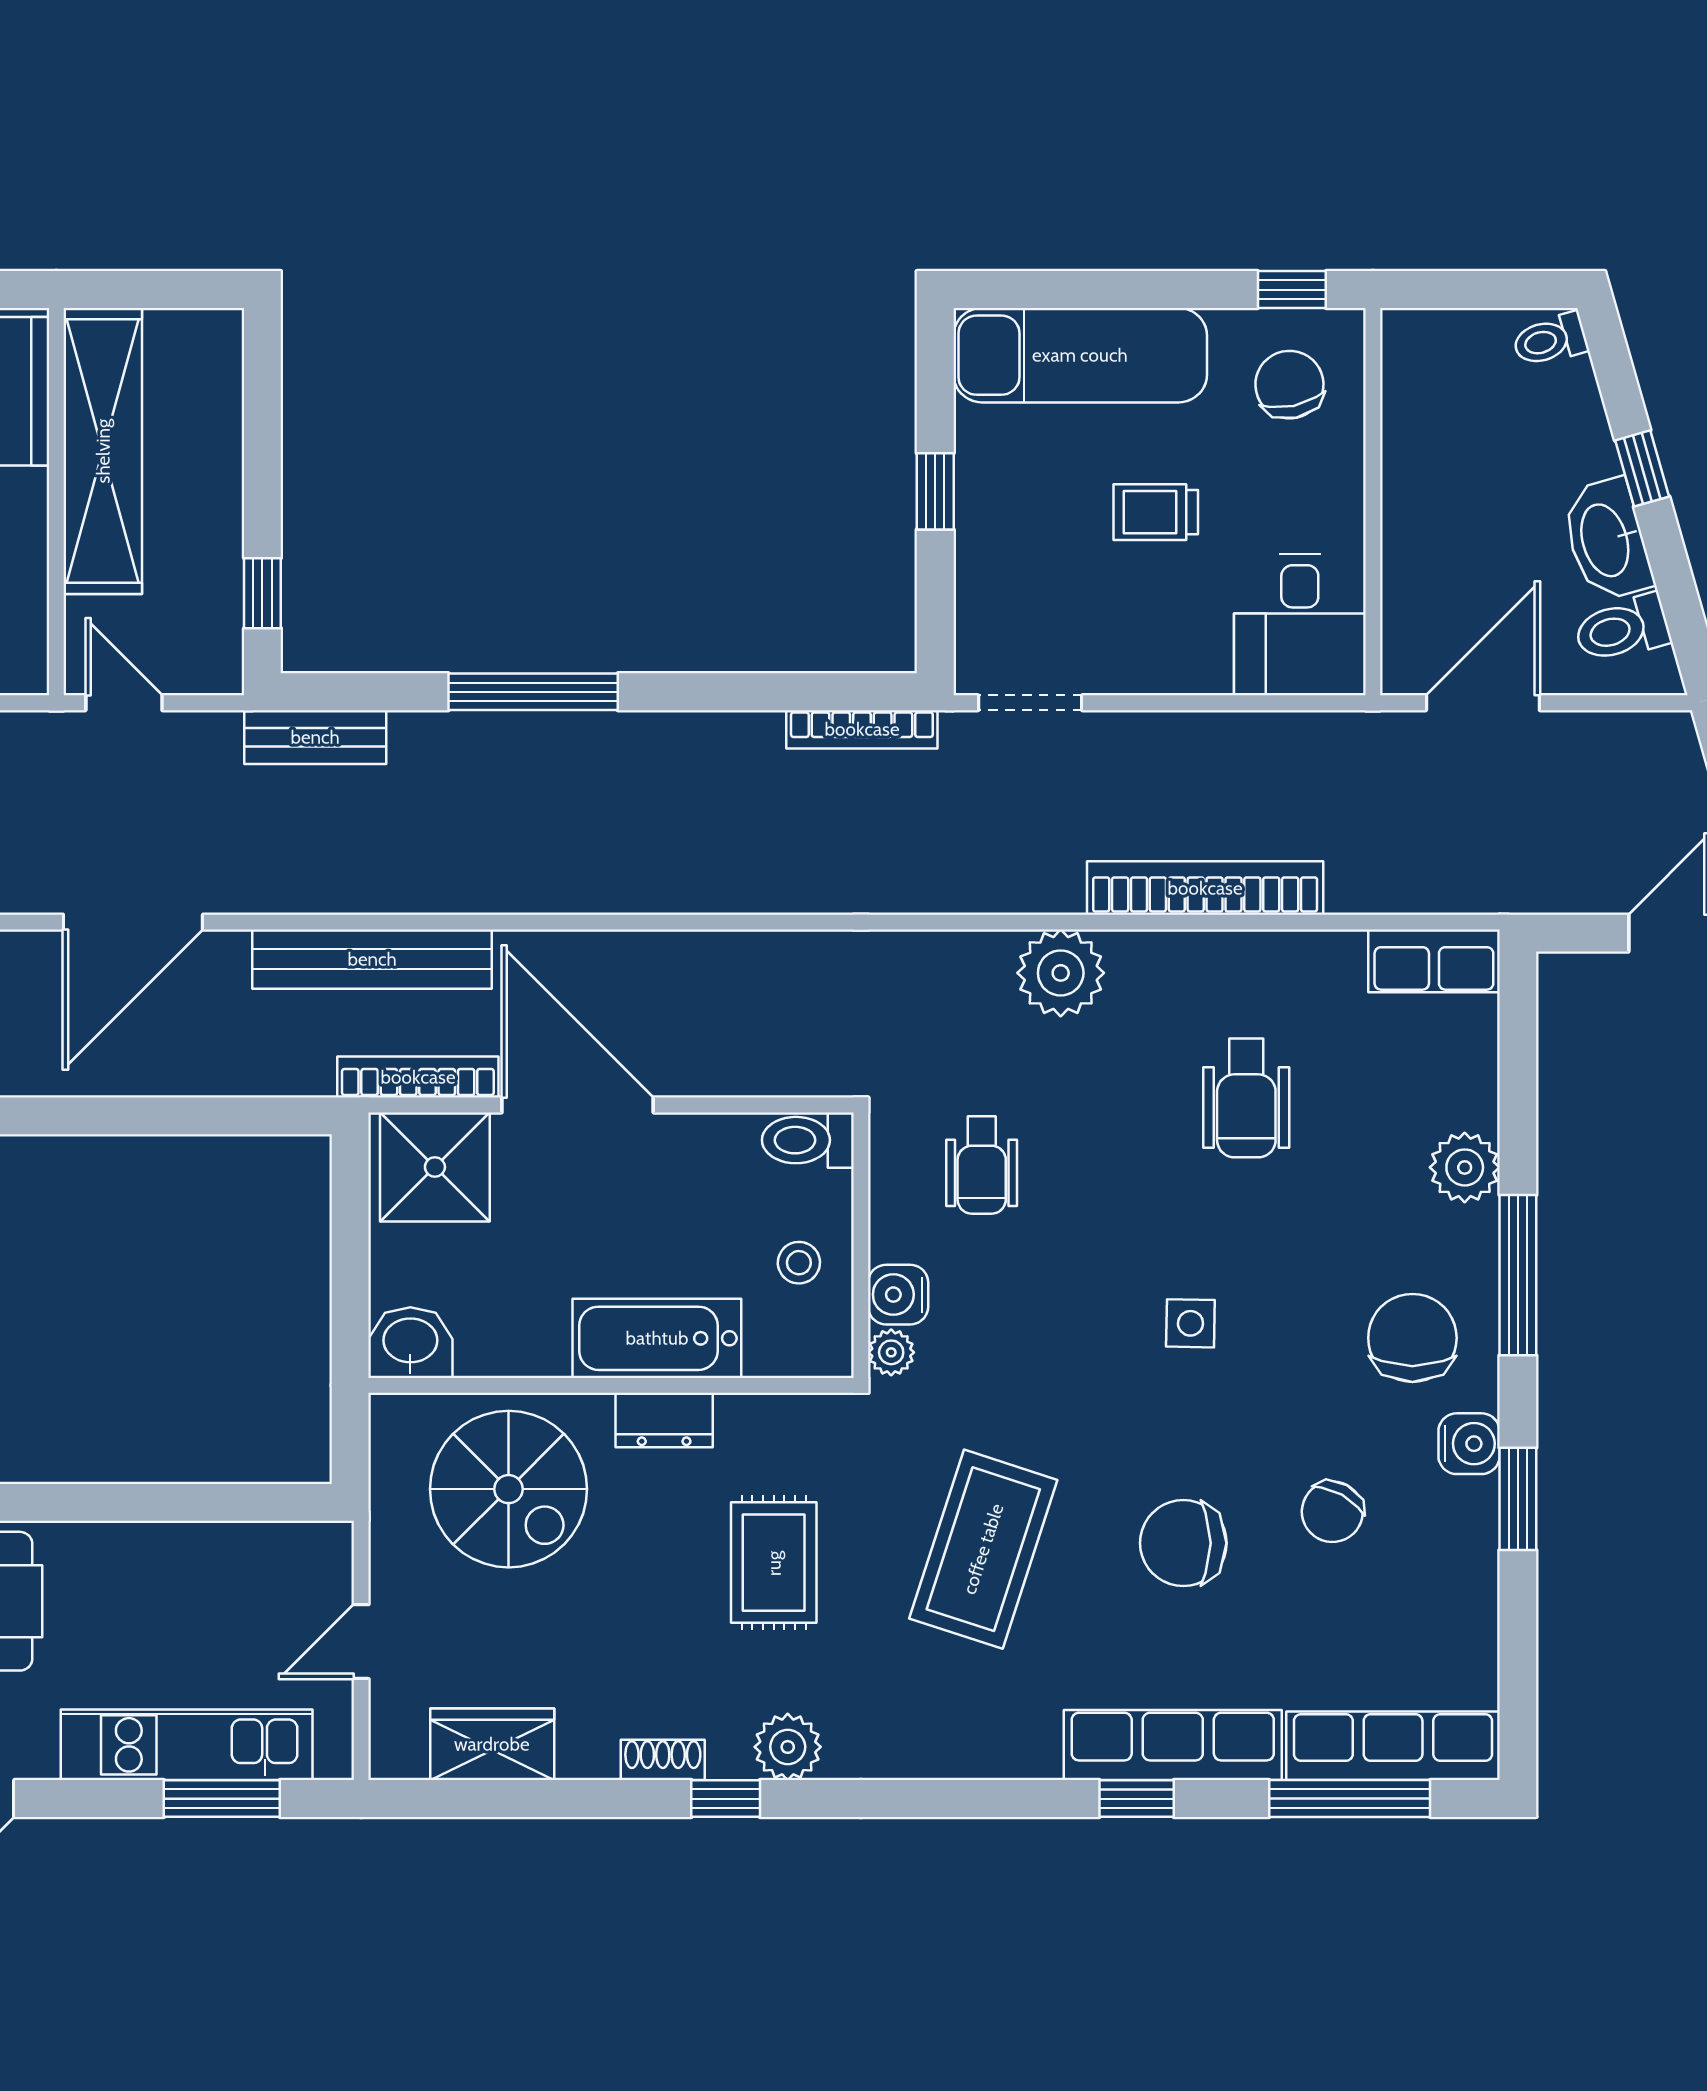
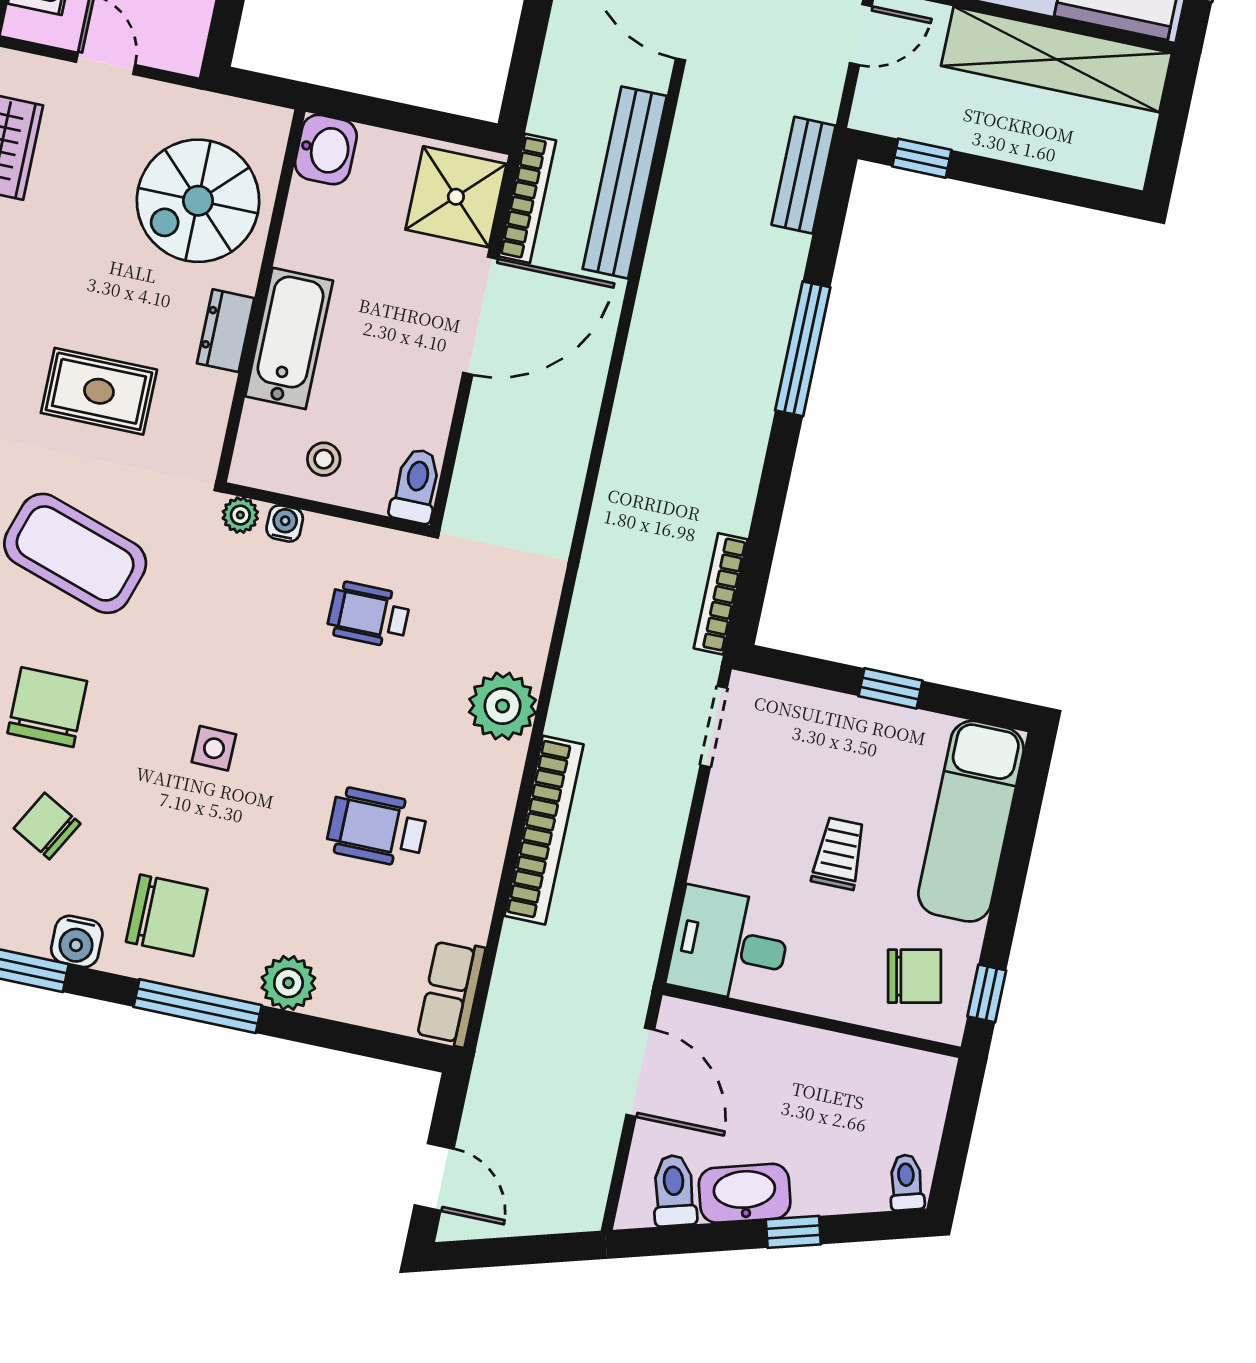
water cooler: (898, 1295) -> (285, 523), width x0.72, depth x0.72

